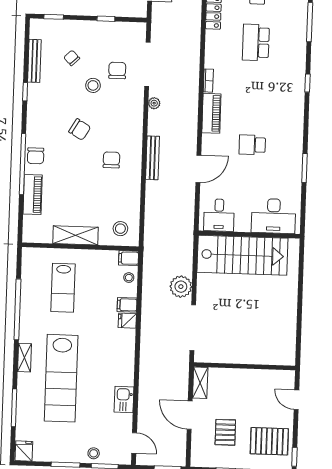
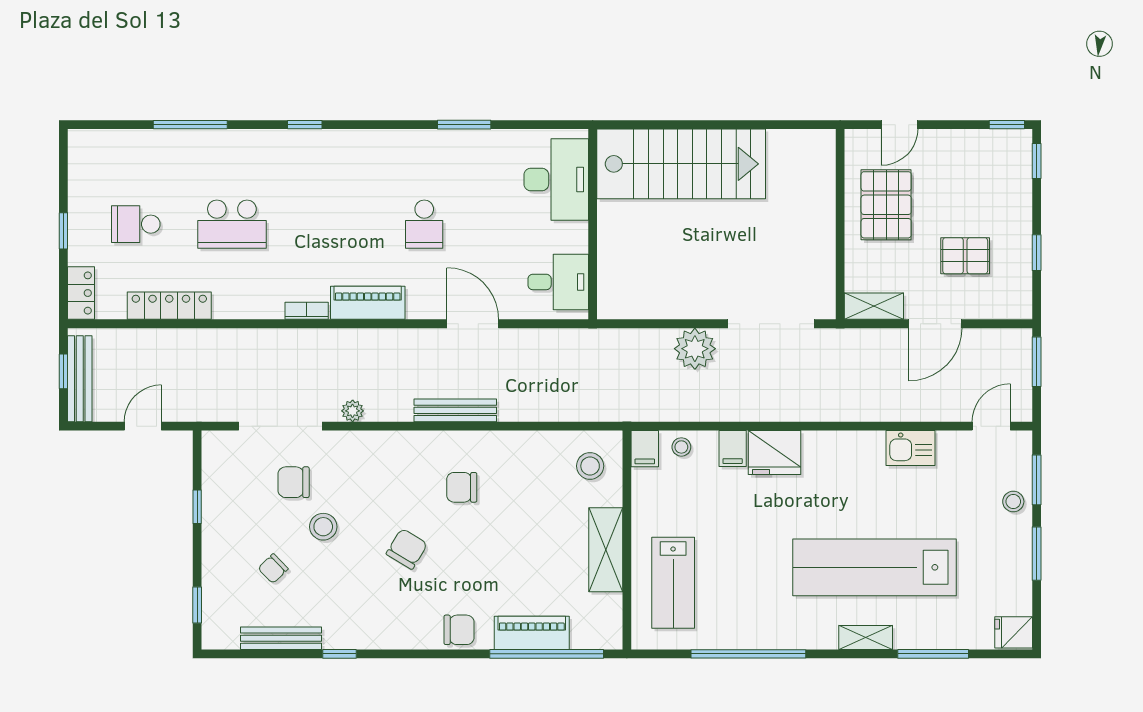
window: (23, 164) -> (547, 654), moved
stairs: (242, 255) -> (681, 164), moved, turned 90
lab bench: (63, 288) -> (673, 583), moved, turned 90
fridge: (127, 321) -> (775, 453), width x1.88, depth x1.34
shelving: (24, 358) -> (866, 637), moved
lab bench: (61, 378) -> (874, 567), turned 180
pallet: (269, 441) -> (886, 205), moved

